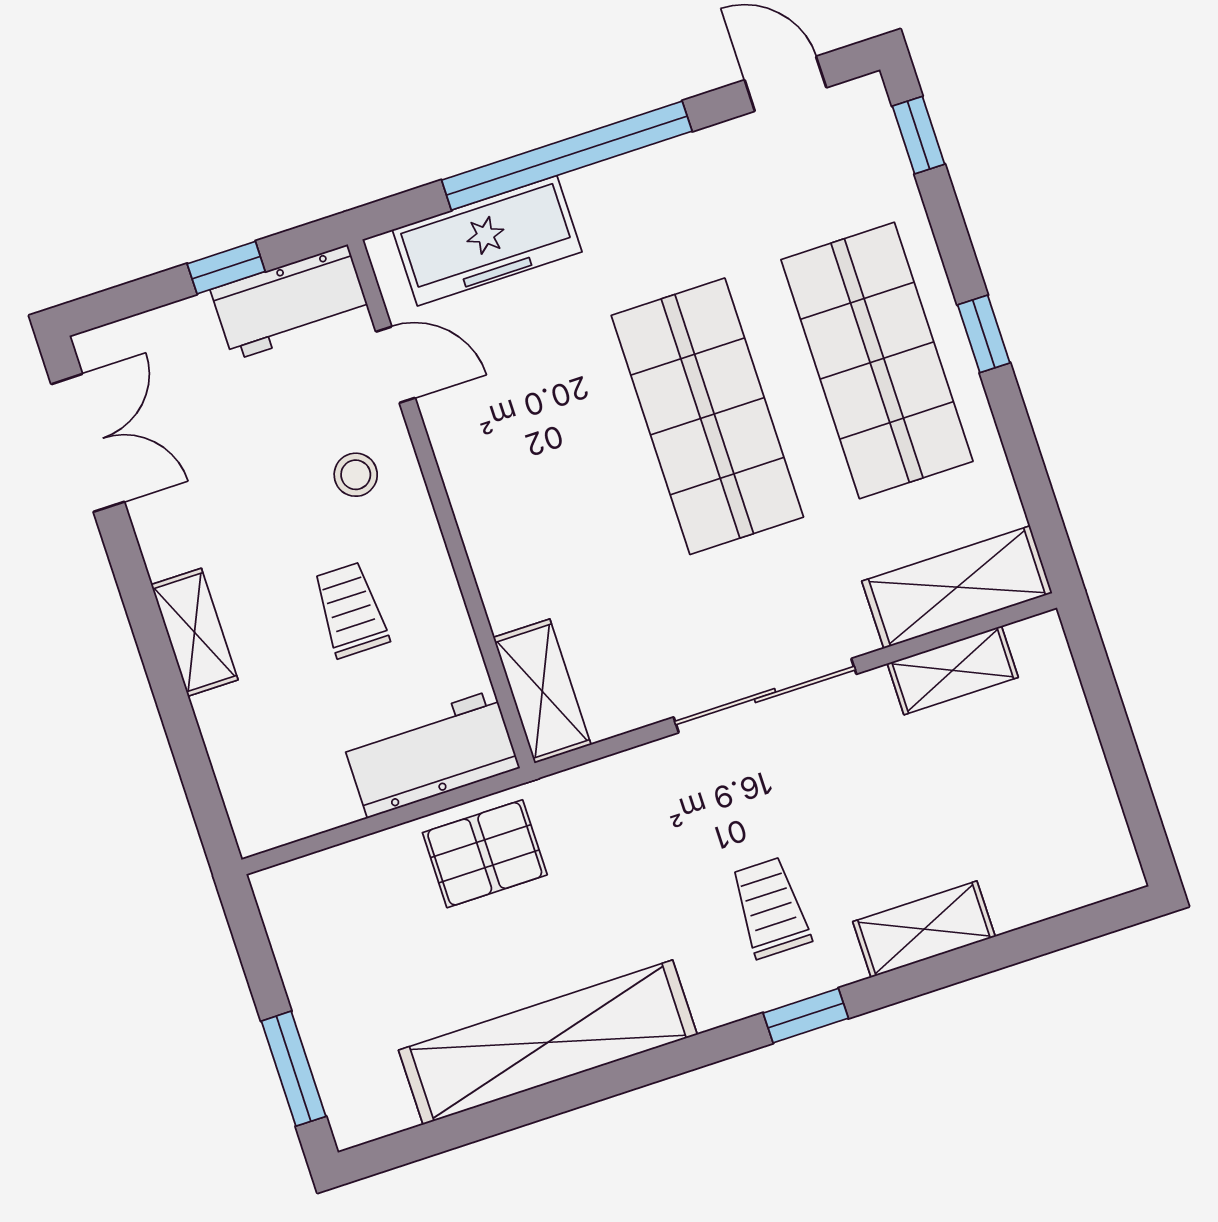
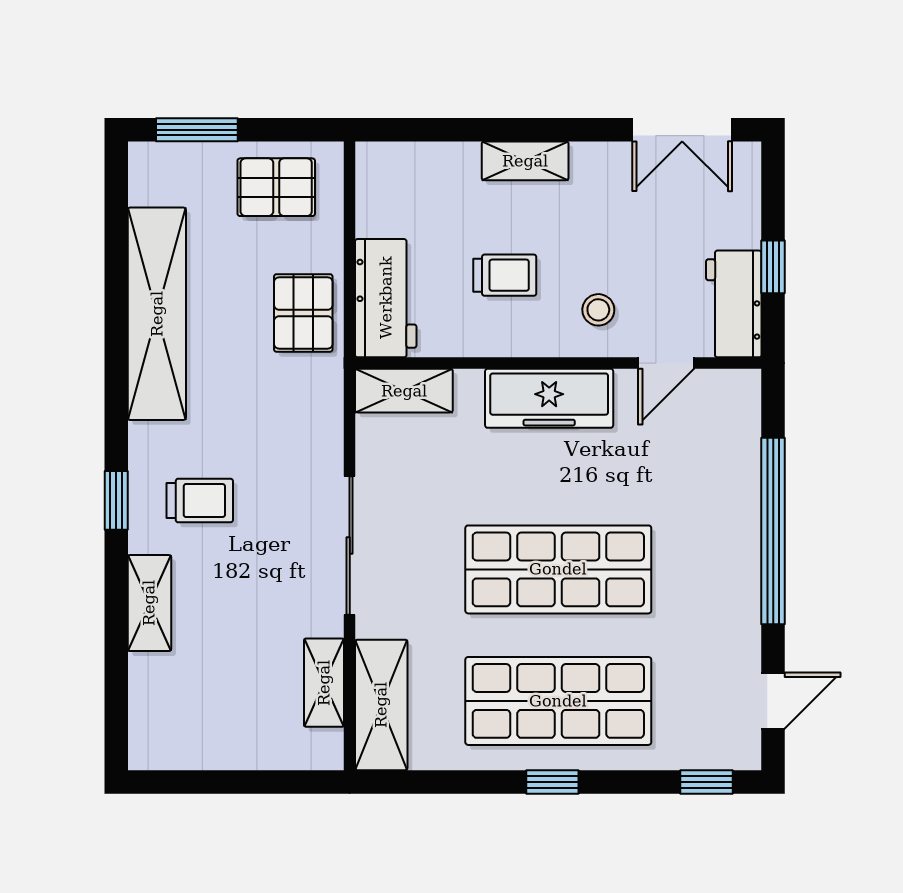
freezer: (487, 241) -> (549, 398), moved, turned -90
pallet: (334, 942) -> (276, 187), added

